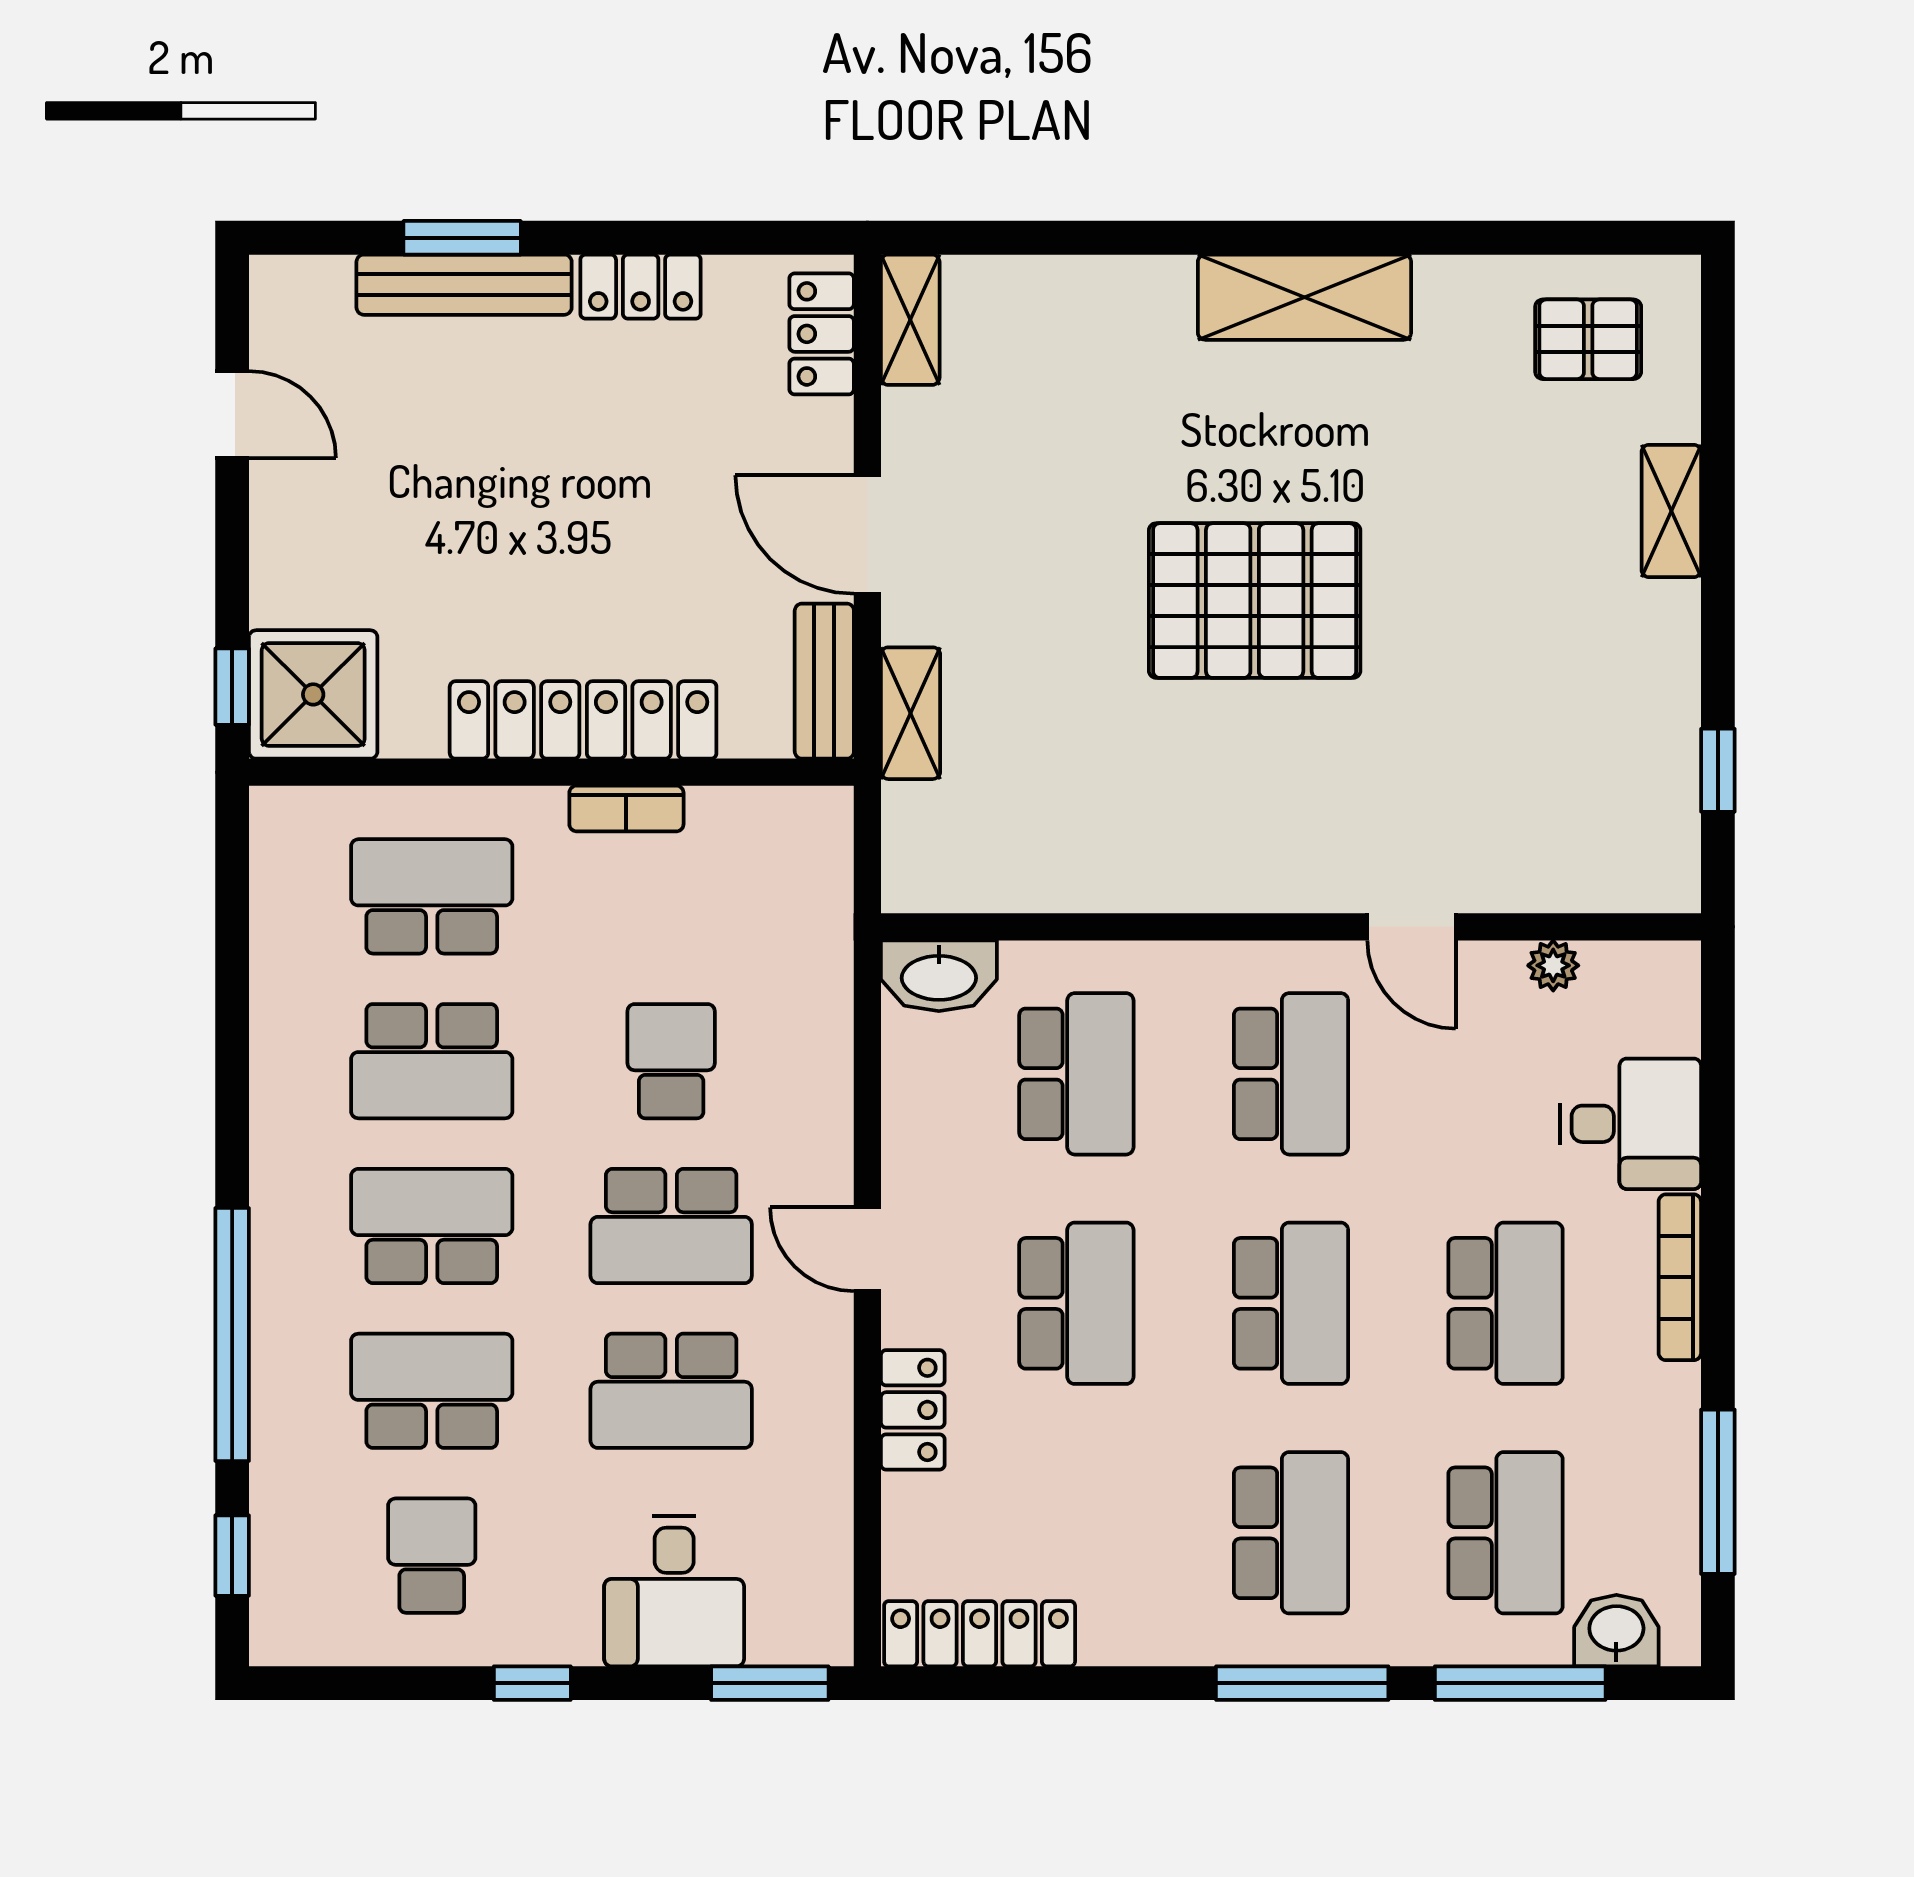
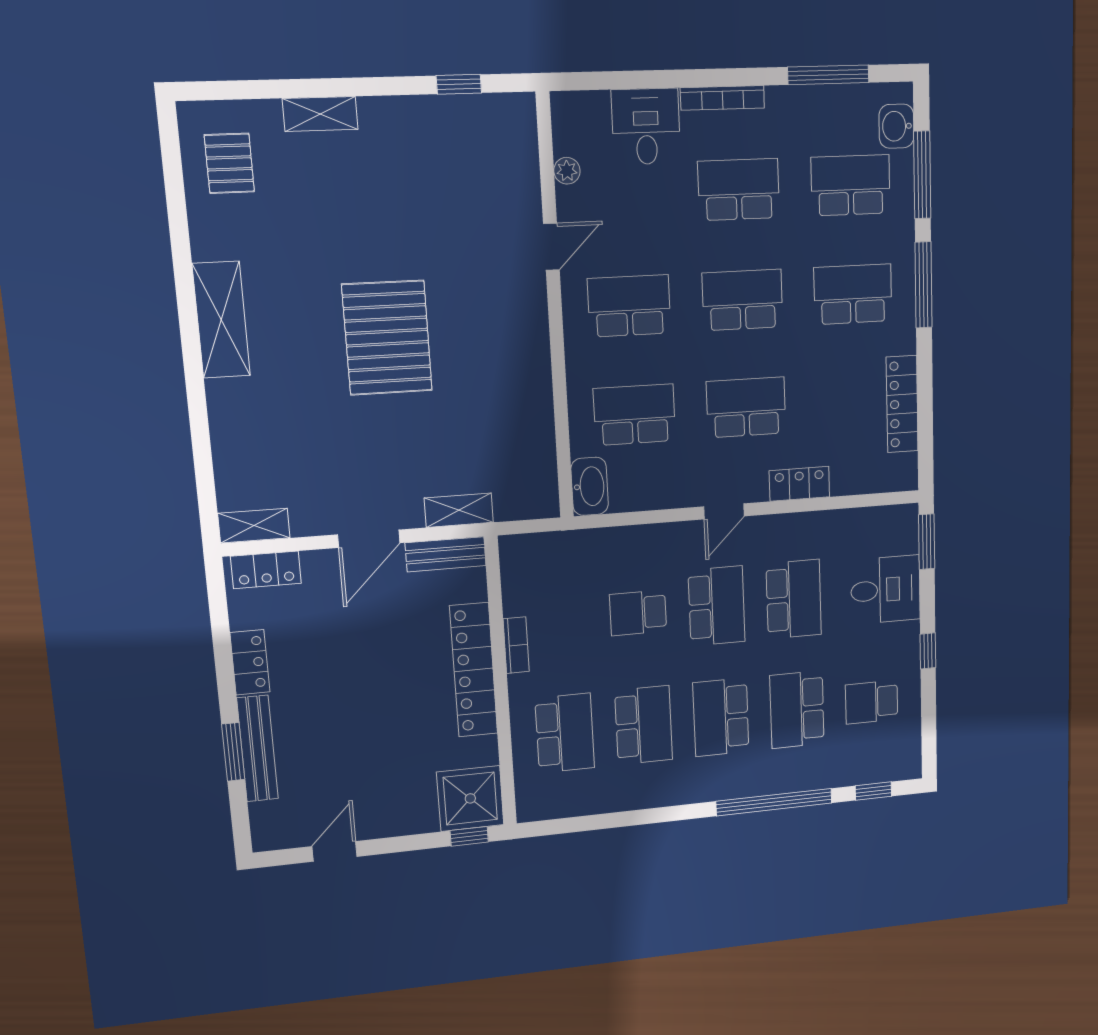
school desk: (432, 896) -> (565, 733), turned 180
locker: (980, 1634) -> (902, 404), moved

